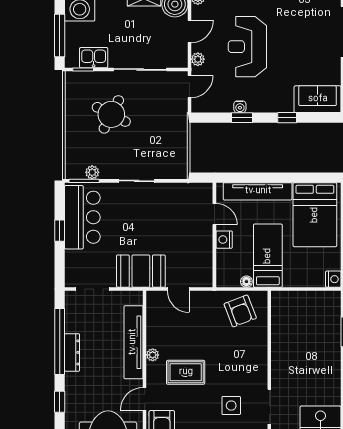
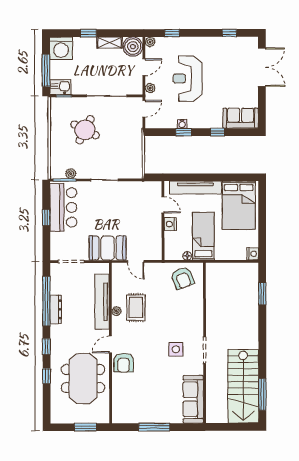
kitchen sink: (94, 58) -> (60, 87), moved
rug: (186, 372) -> (136, 308), moved, turned 90

